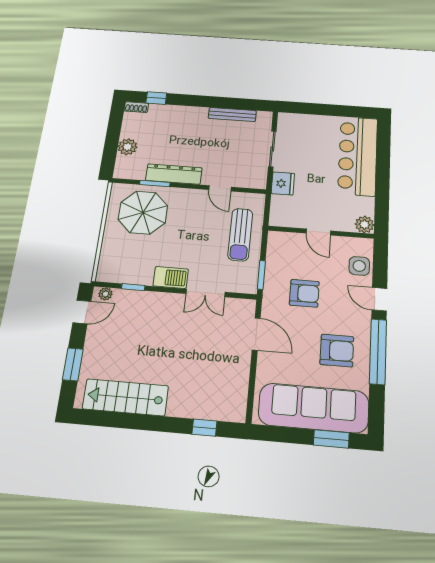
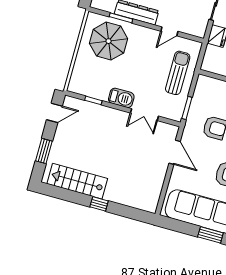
door: (220, 188) -> (169, 31), hinge flipped
sun lounger: (240, 235) -> (178, 73), turned 180
plant: (105, 294) -> (73, 102), removed
window: (204, 428) -> (99, 204), moved

